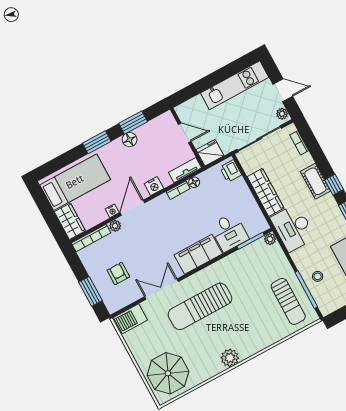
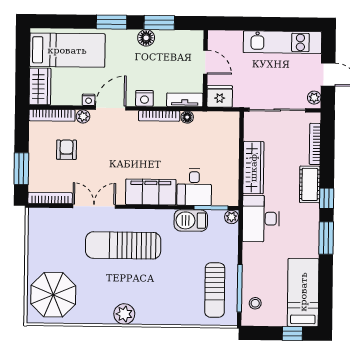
bookcase: (299, 143) -> (315, 144), width x1.56
printer: (231, 171) -> (230, 126), removed
bookcase: (178, 190) -> (159, 116), width x1.56
armchair: (118, 273) -> (66, 150), moved
stool: (318, 276) -> (255, 303), moved
bookcase: (125, 301) -> (50, 198), added
barbecue: (130, 319) -> (191, 220), moved

